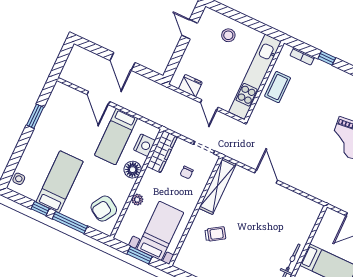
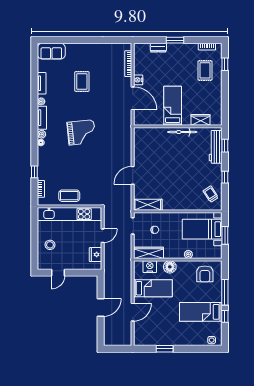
shelving: (217, 186) -> (148, 205), width x0.68
armchair: (104, 209) -> (205, 274), turned 58
trolley: (215, 234) -> (211, 194), moved

